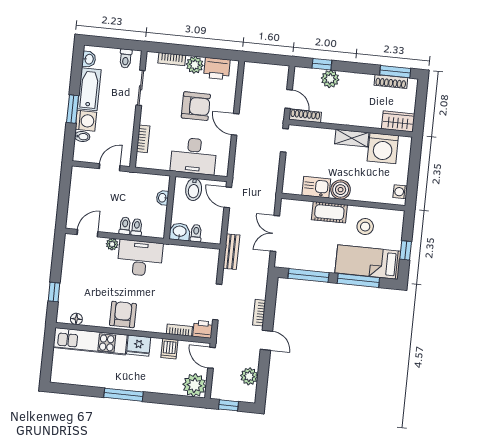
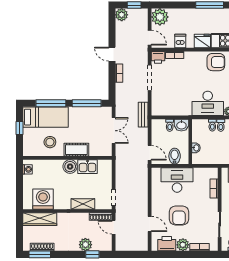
armchair: (196, 106) -> (179, 216), turned -90
wardrobe: (398, 121) -> (40, 219), width x1.50
door: (235, 124) -> (150, 224), moved
shelving: (352, 138) -> (83, 204), moved
armchair: (123, 315) -> (216, 62), turned -90
plant: (249, 376) -> (122, 15), moved

